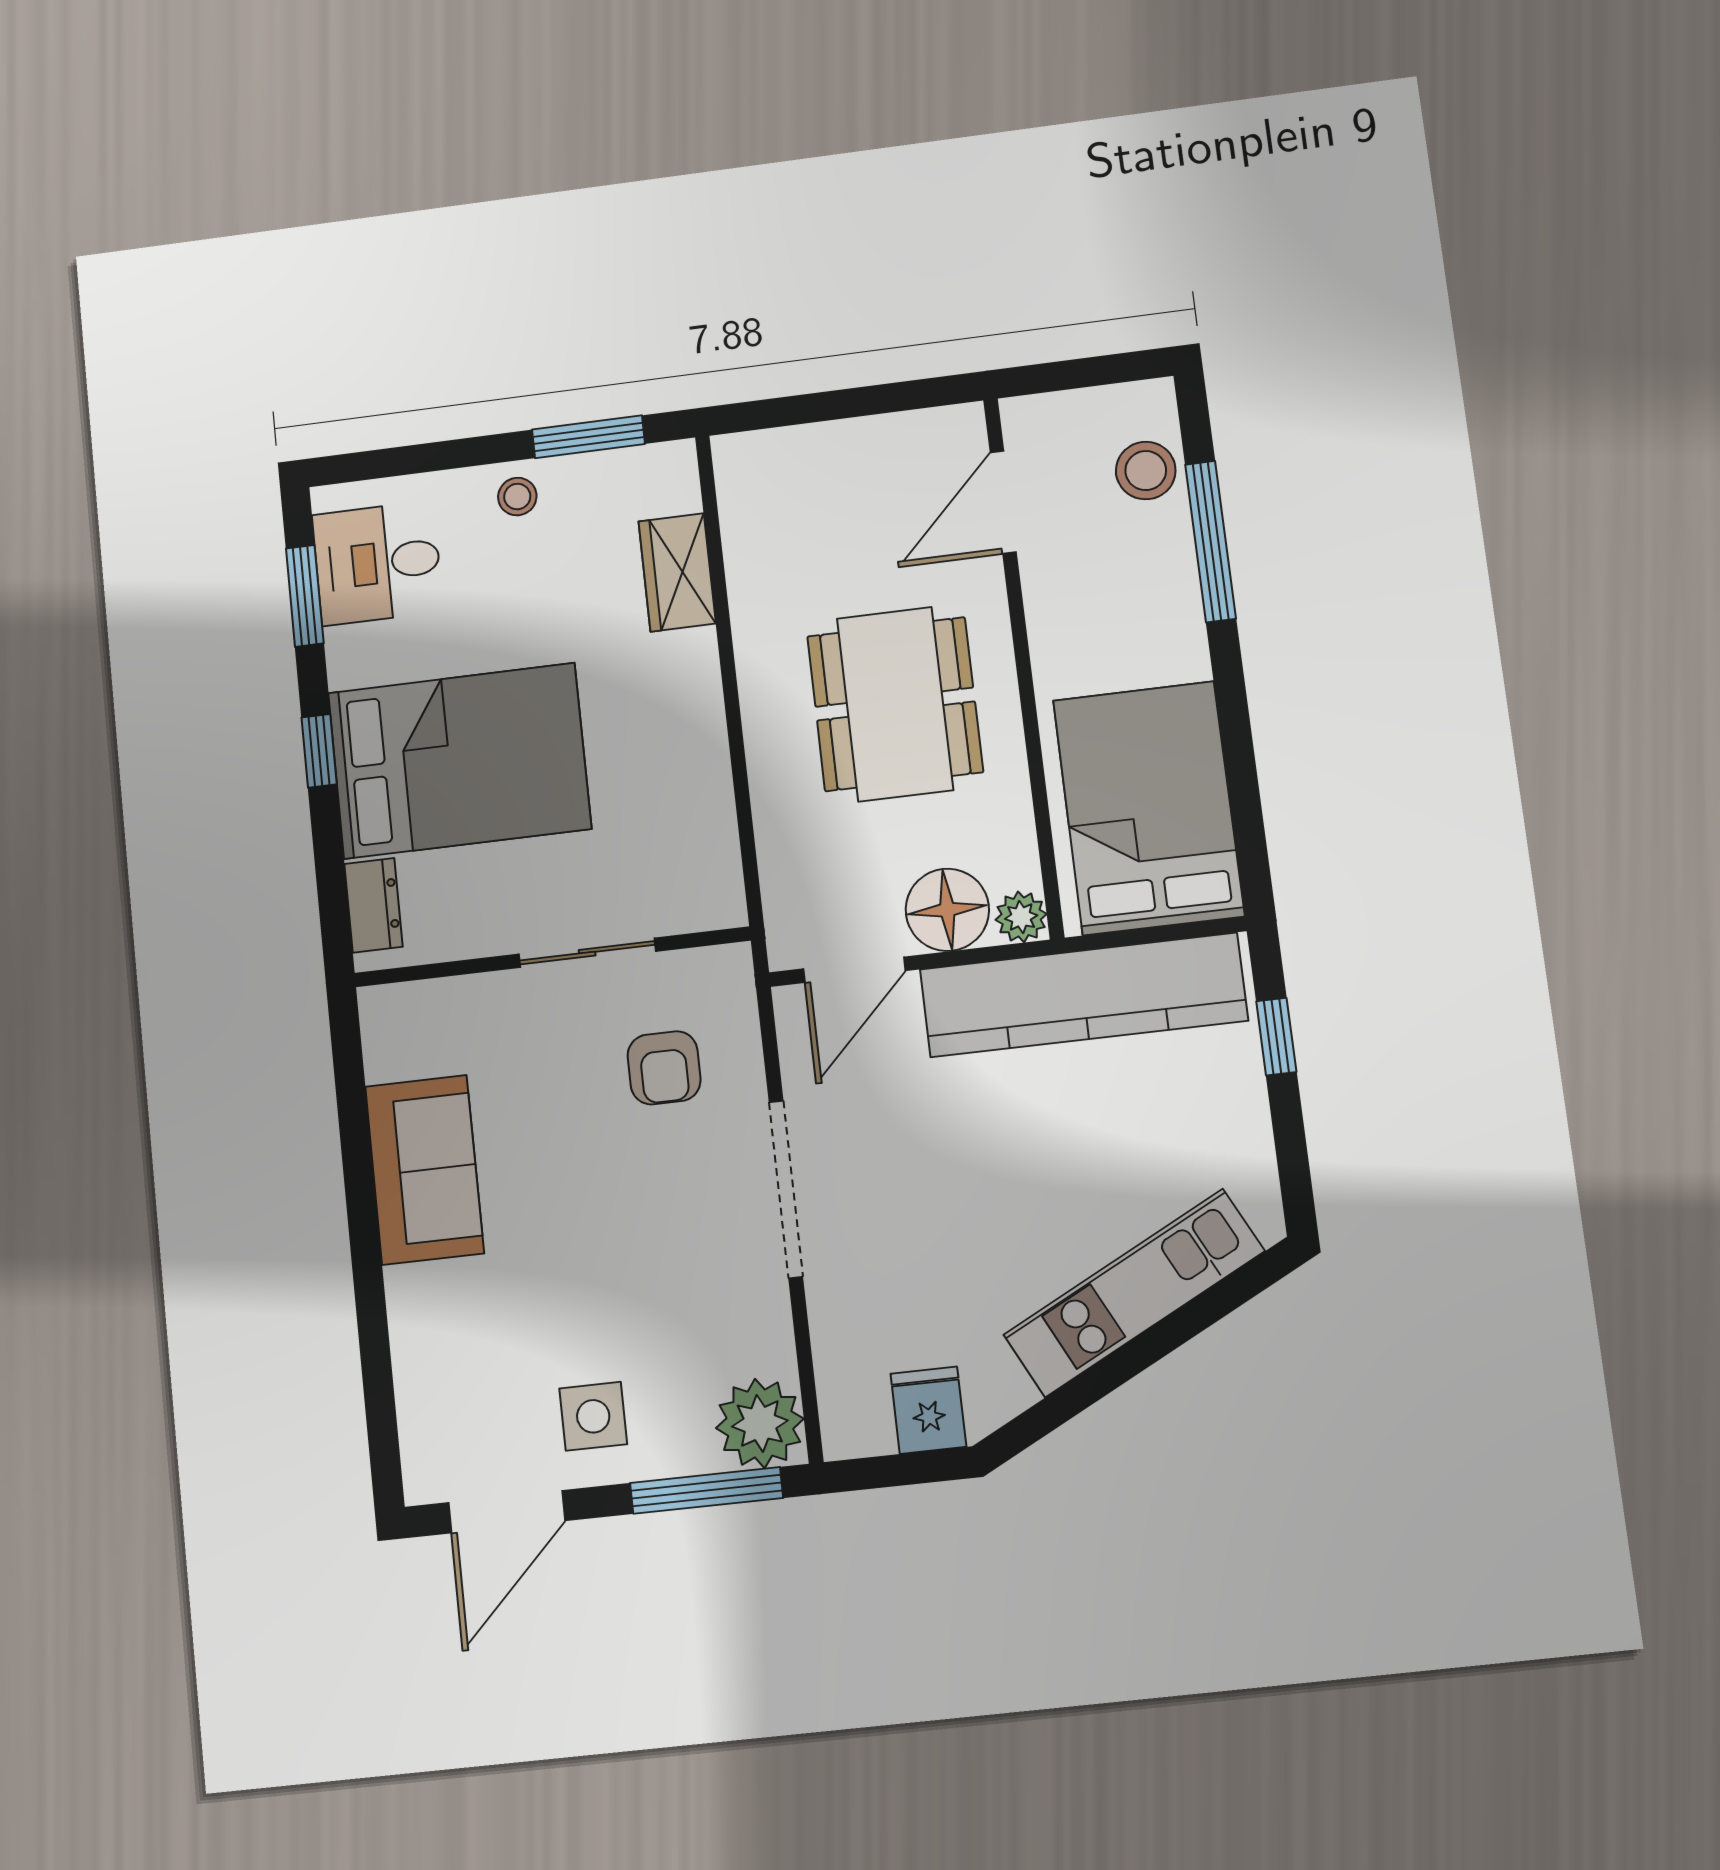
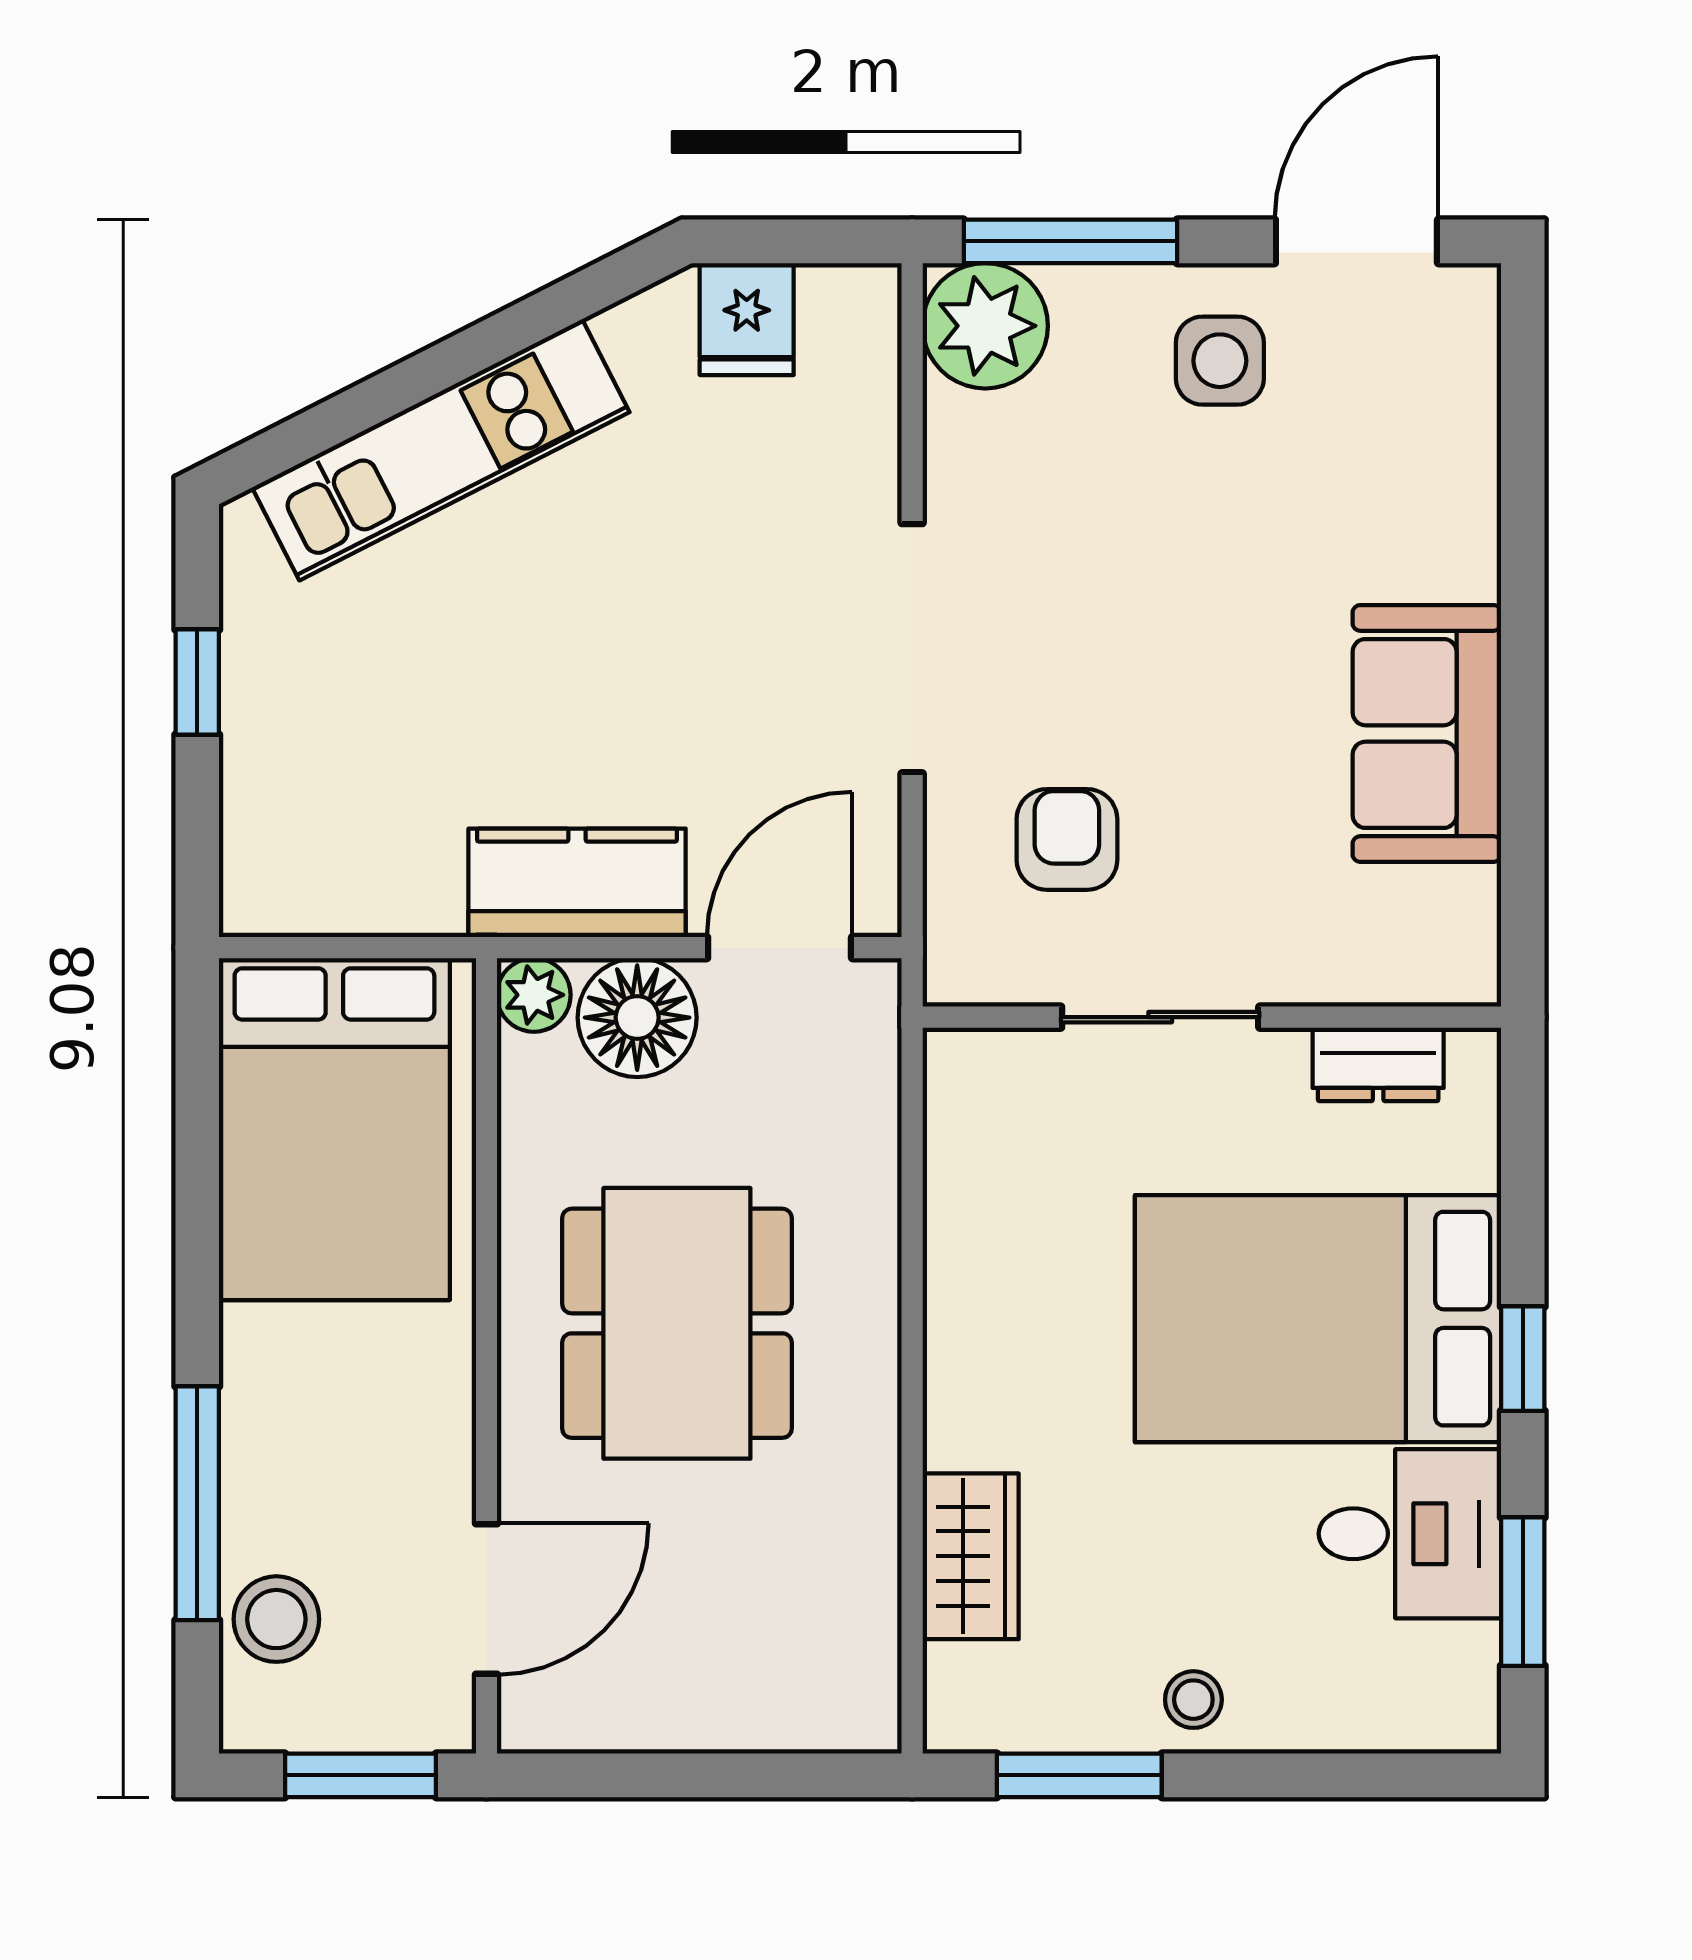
window: (1075, 374) -> (360, 1775), added
desk: (378, 563) -> (1410, 1534), moved
dresser: (373, 905) -> (1378, 1064), moved, turned -90
kitchen counter: (1083, 995) -> (577, 883), width x0.48, depth x0.86
window: (1276, 1037) -> (197, 682), moved

